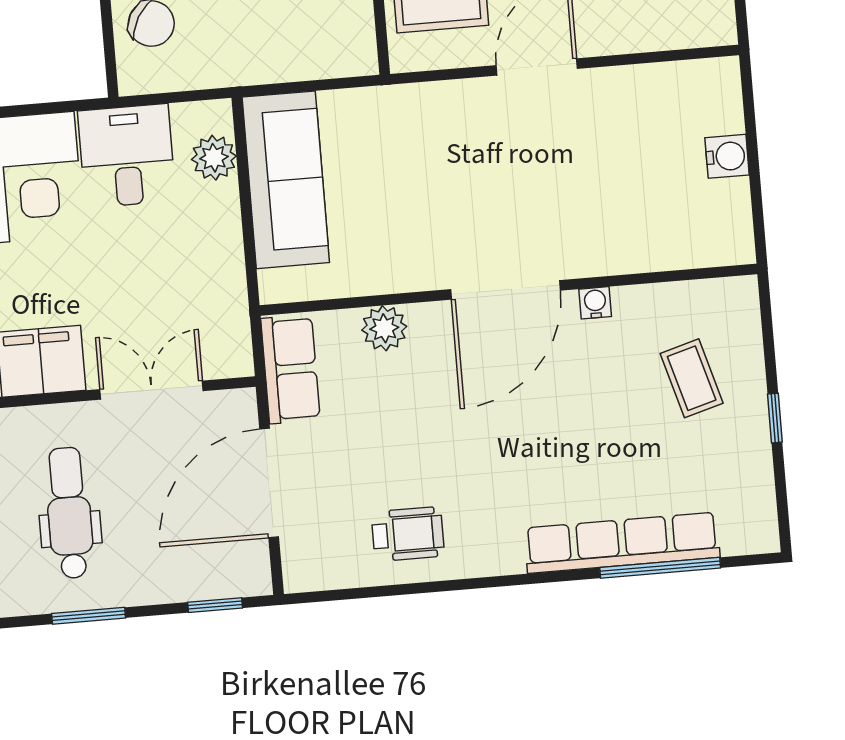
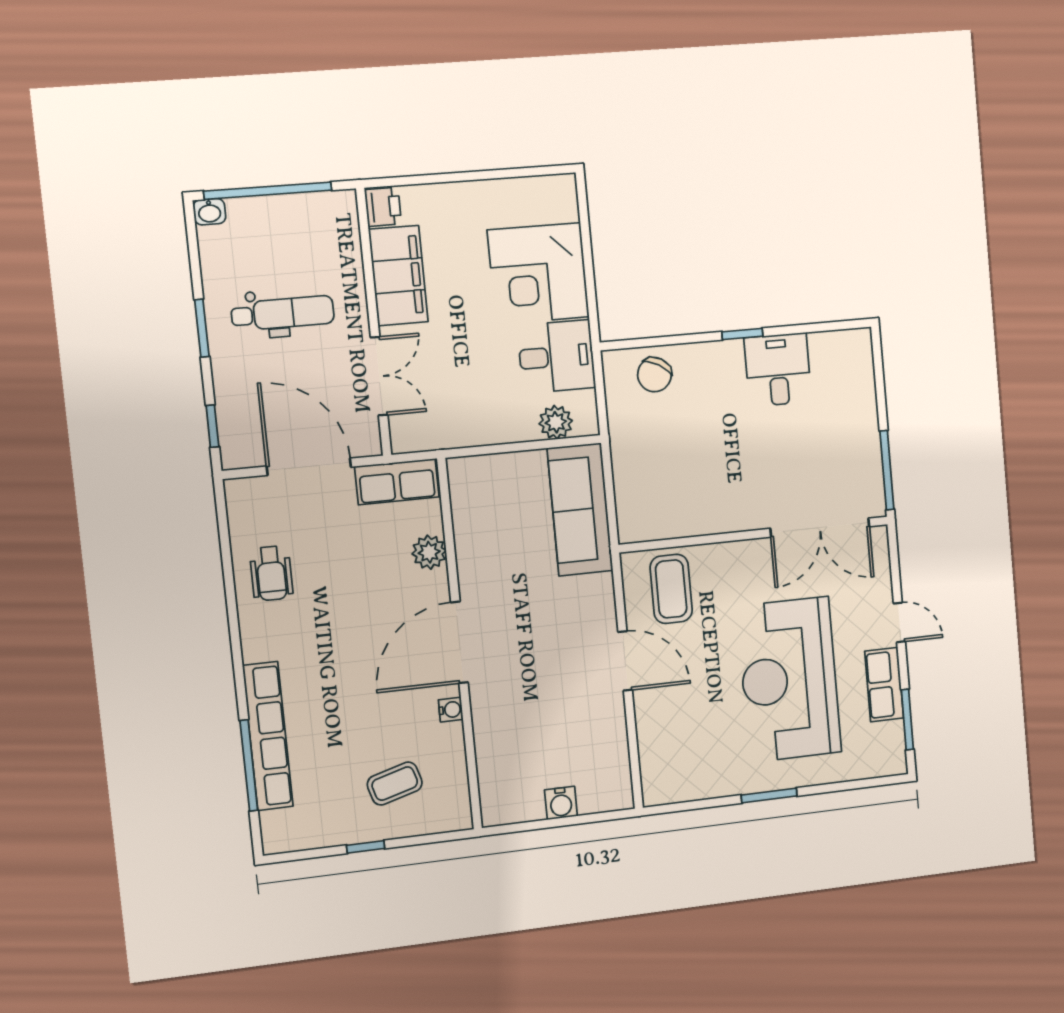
sofa: (286, 180) -> (580, 510), moved, turned 90
door: (505, 290) -> (459, 642), hinge flipped

